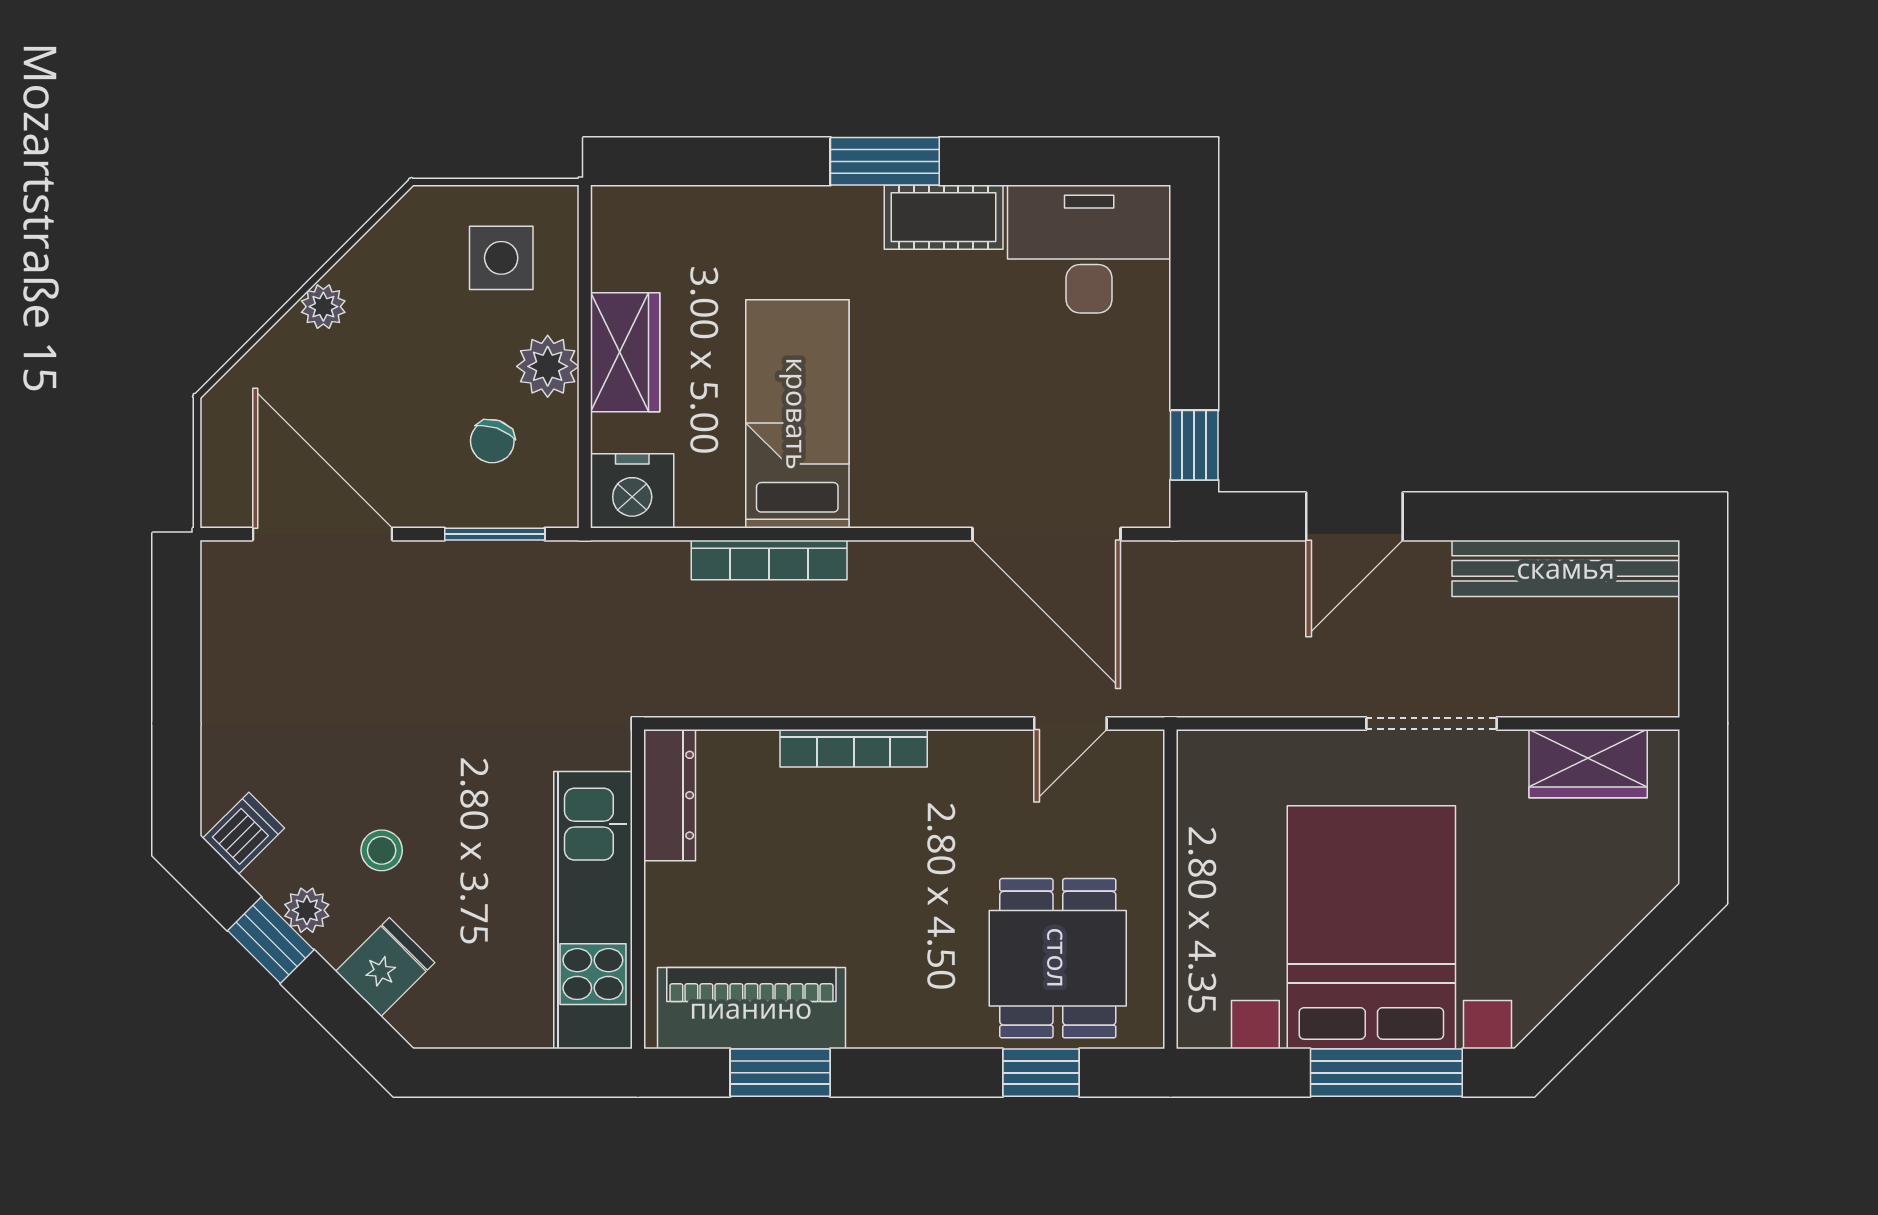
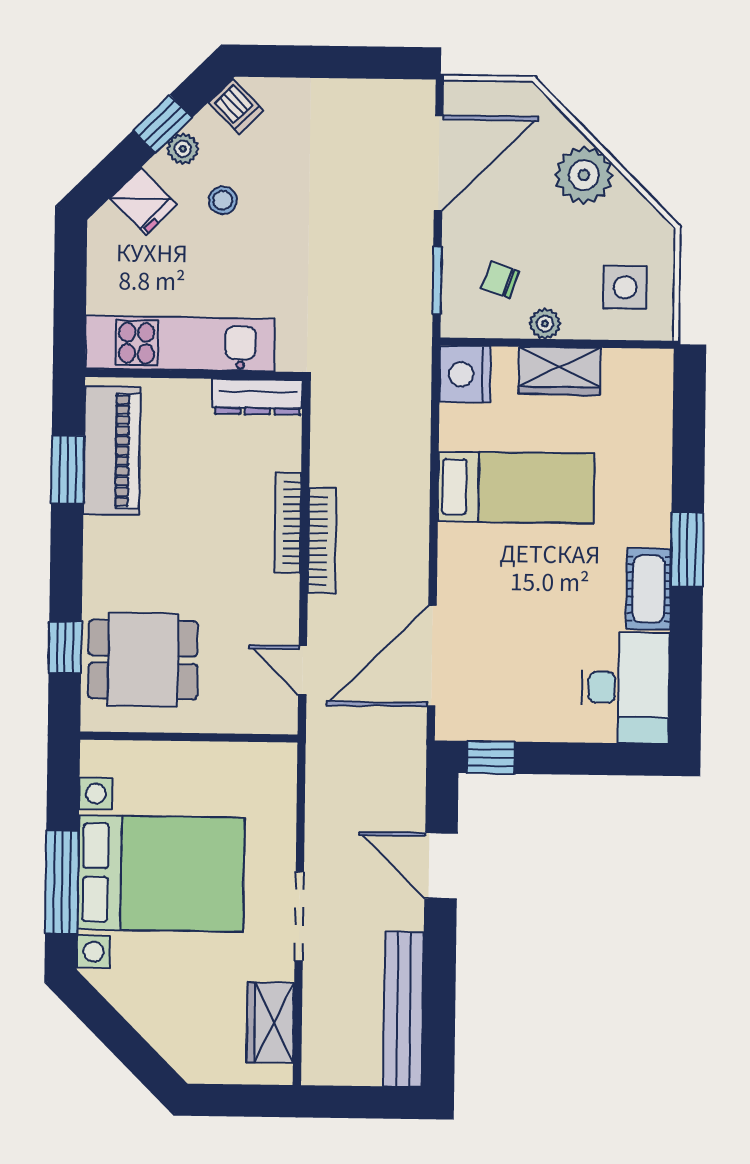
plant: (323, 307) -> (584, 175), width x1.88, depth x1.88
plant: (548, 366) -> (545, 324), width x0.73, depth x0.73
bookcase: (769, 560) -> (322, 541), moved, turned 180

